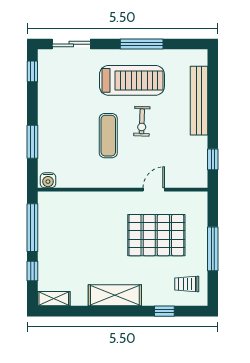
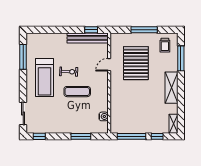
window: (142, 44) -> (23, 57), moved
treadmill: (132, 80) -> (45, 78), turned 180
bench: (199, 101) -> (88, 38), moved
water cooler: (48, 180) -> (104, 116), moved
door: (154, 190) -> (109, 65), hinge flipped
window: (164, 311) -> (181, 58), width x2.17

